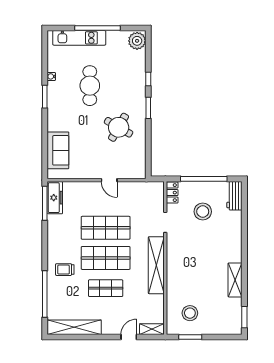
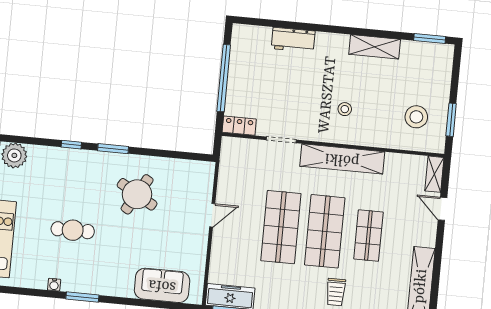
cafe table: (90, 86) -> (73, 230), width x0.73, depth x0.74
workbench: (234, 196) -> (293, 40), moved
stool: (203, 212) -> (345, 109), moved, width x0.53, depth x0.53

